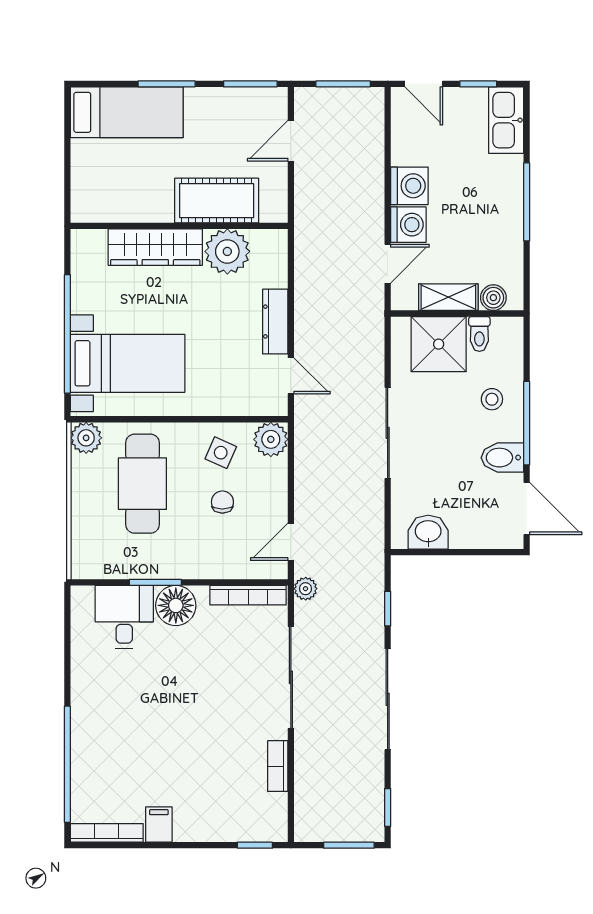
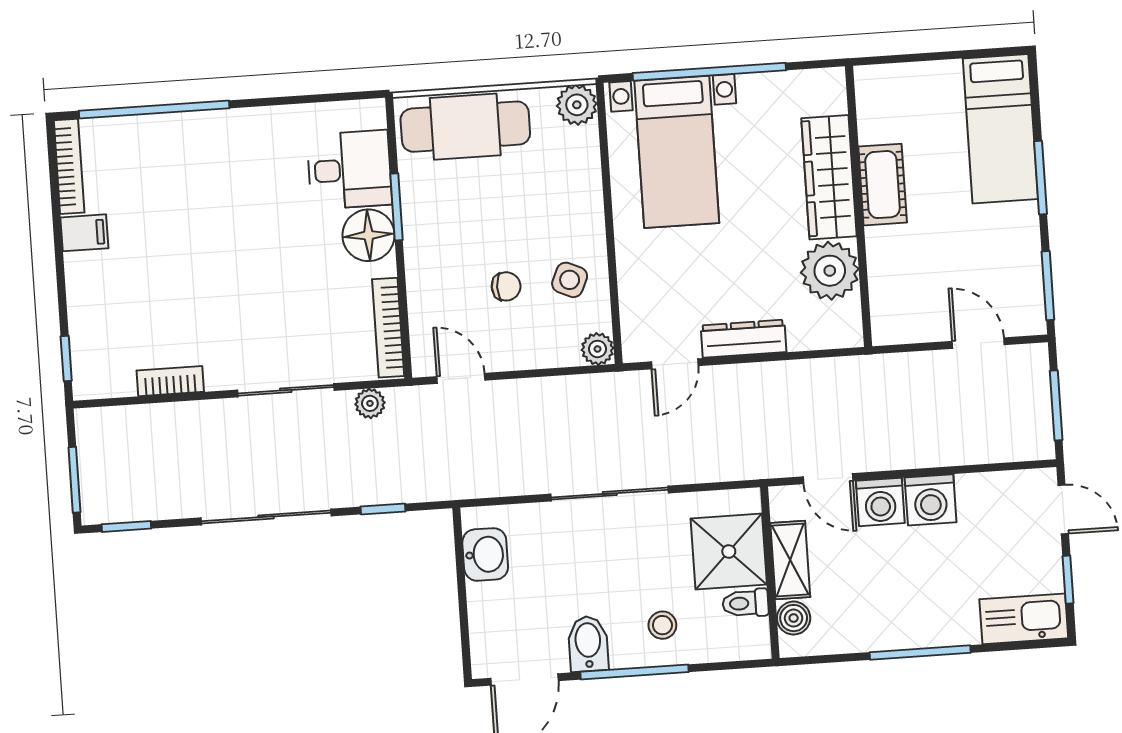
door: (424, 84) -> (1063, 509), swing flipped
cot: (217, 201) -> (883, 185), moved, width x0.73, depth x0.75
plant: (271, 439) -> (598, 349), width x0.73, depth x0.73
cafe table: (142, 484) -> (465, 127), moved
plant: (306, 589) -> (370, 403), moved
sliding door: (291, 677) -> (286, 390), width x0.73

